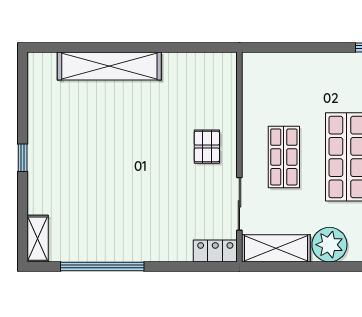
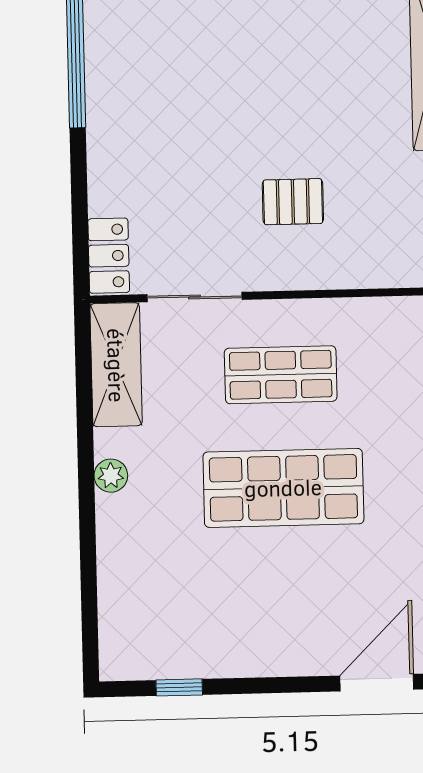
pallet: (207, 147) -> (293, 202), moved
plant: (329, 245) -> (111, 476), width x0.53, depth x0.53

